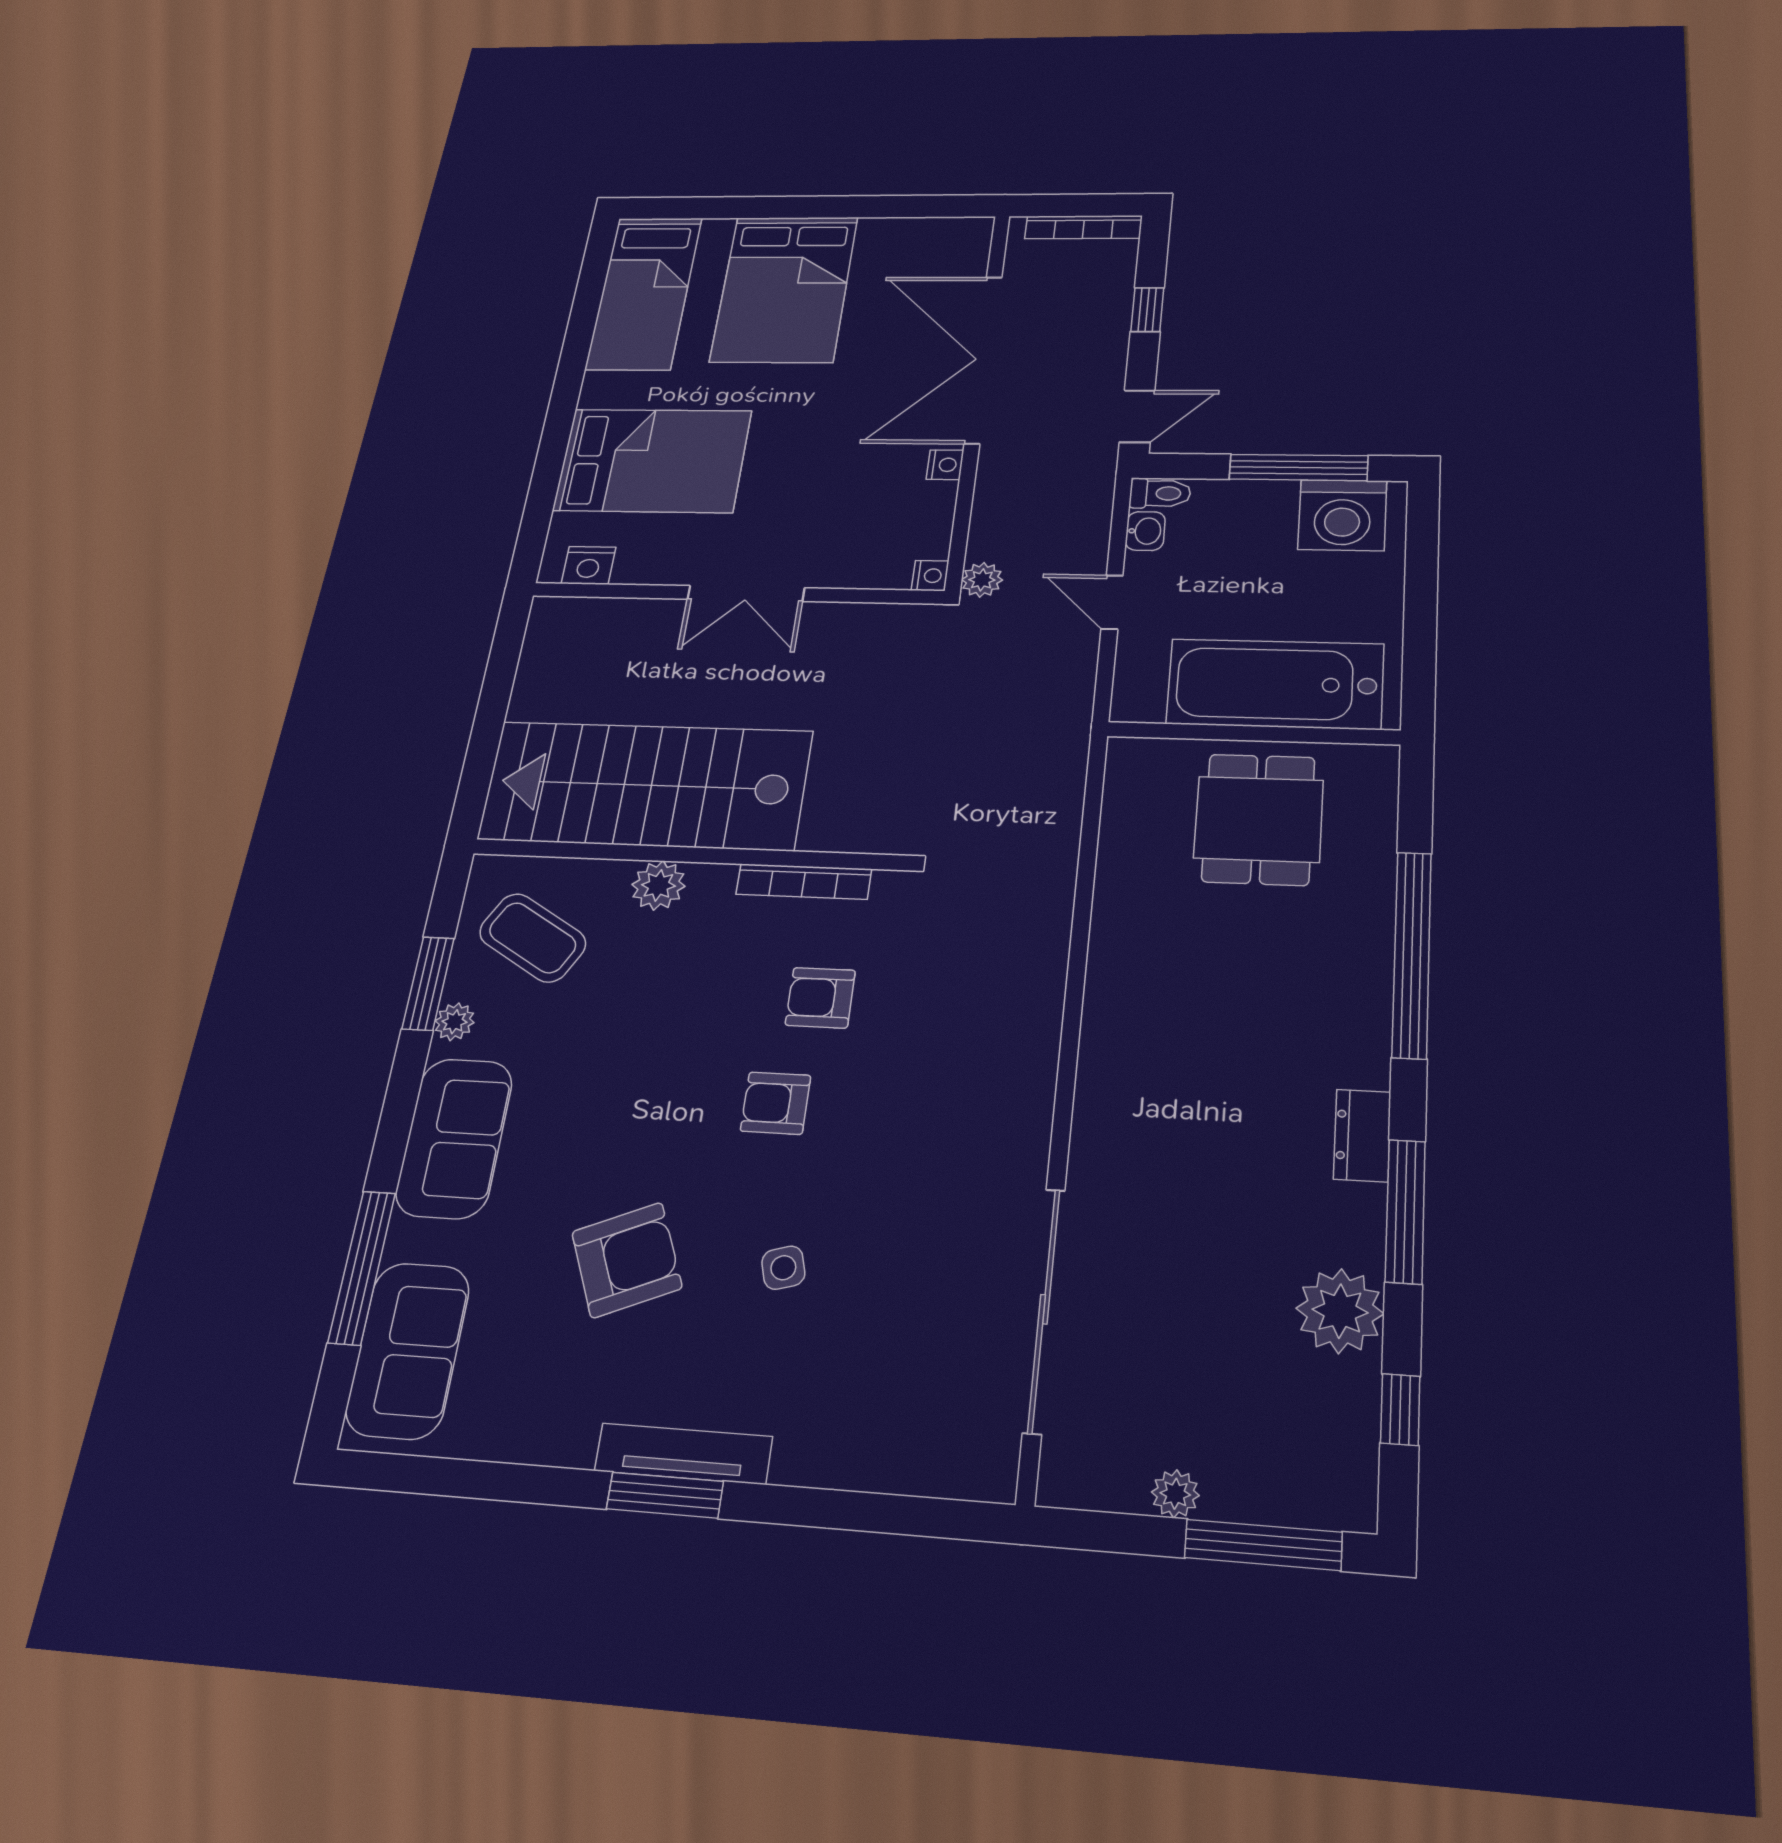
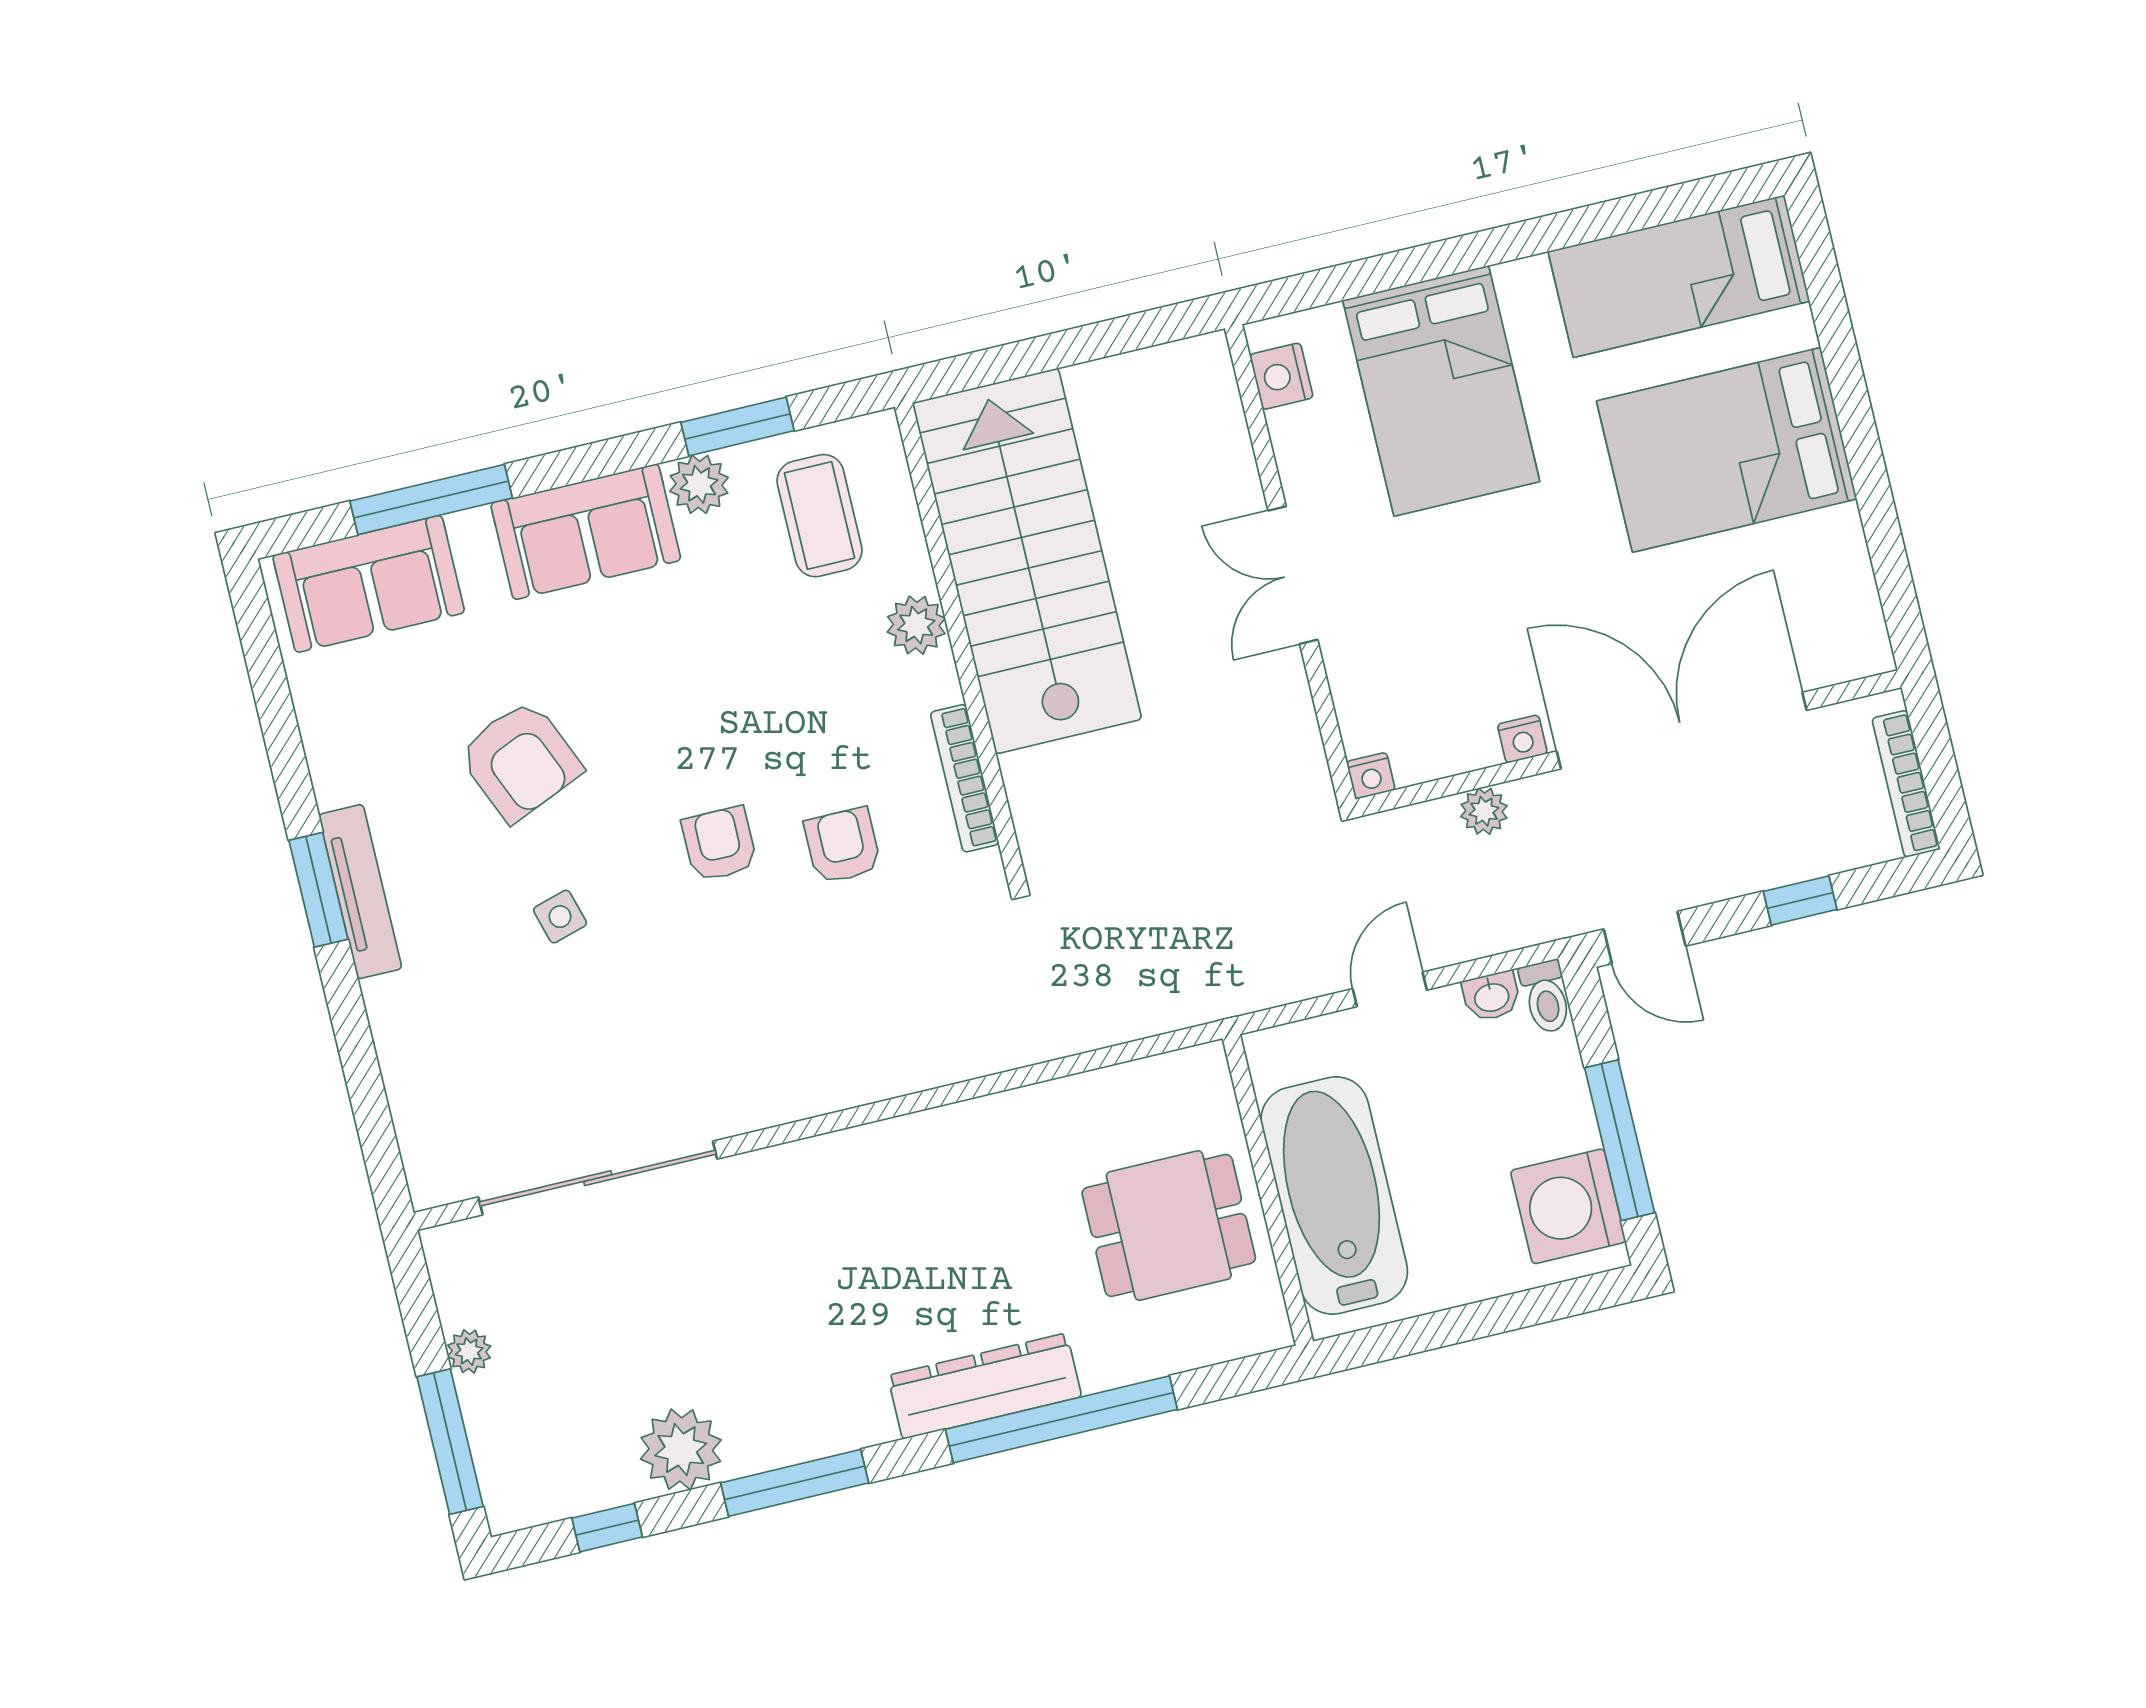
plant: (982, 580) -> (1484, 811), moved
coffee table: (533, 938) -> (819, 516), turned -30
plant: (455, 1022) -> (699, 484), width x1.38, depth x1.38
dresser: (1362, 1135) -> (985, 1386), moved, width x1.96, depth x1.24

